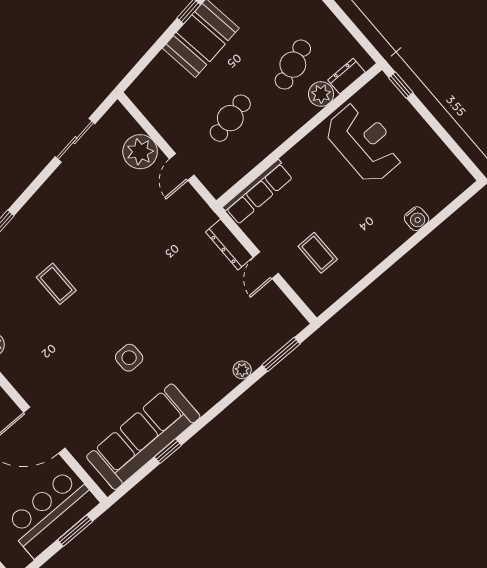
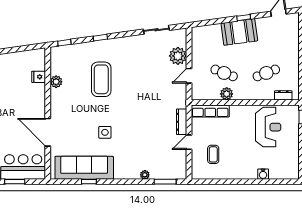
plant: (321, 94) -> (227, 94), moved
cafe table: (230, 118) -> (224, 73), turned 33
coffee table: (56, 284) -> (101, 79), width x1.86, depth x1.72
window: (75, 531) -> (15, 182), moved

